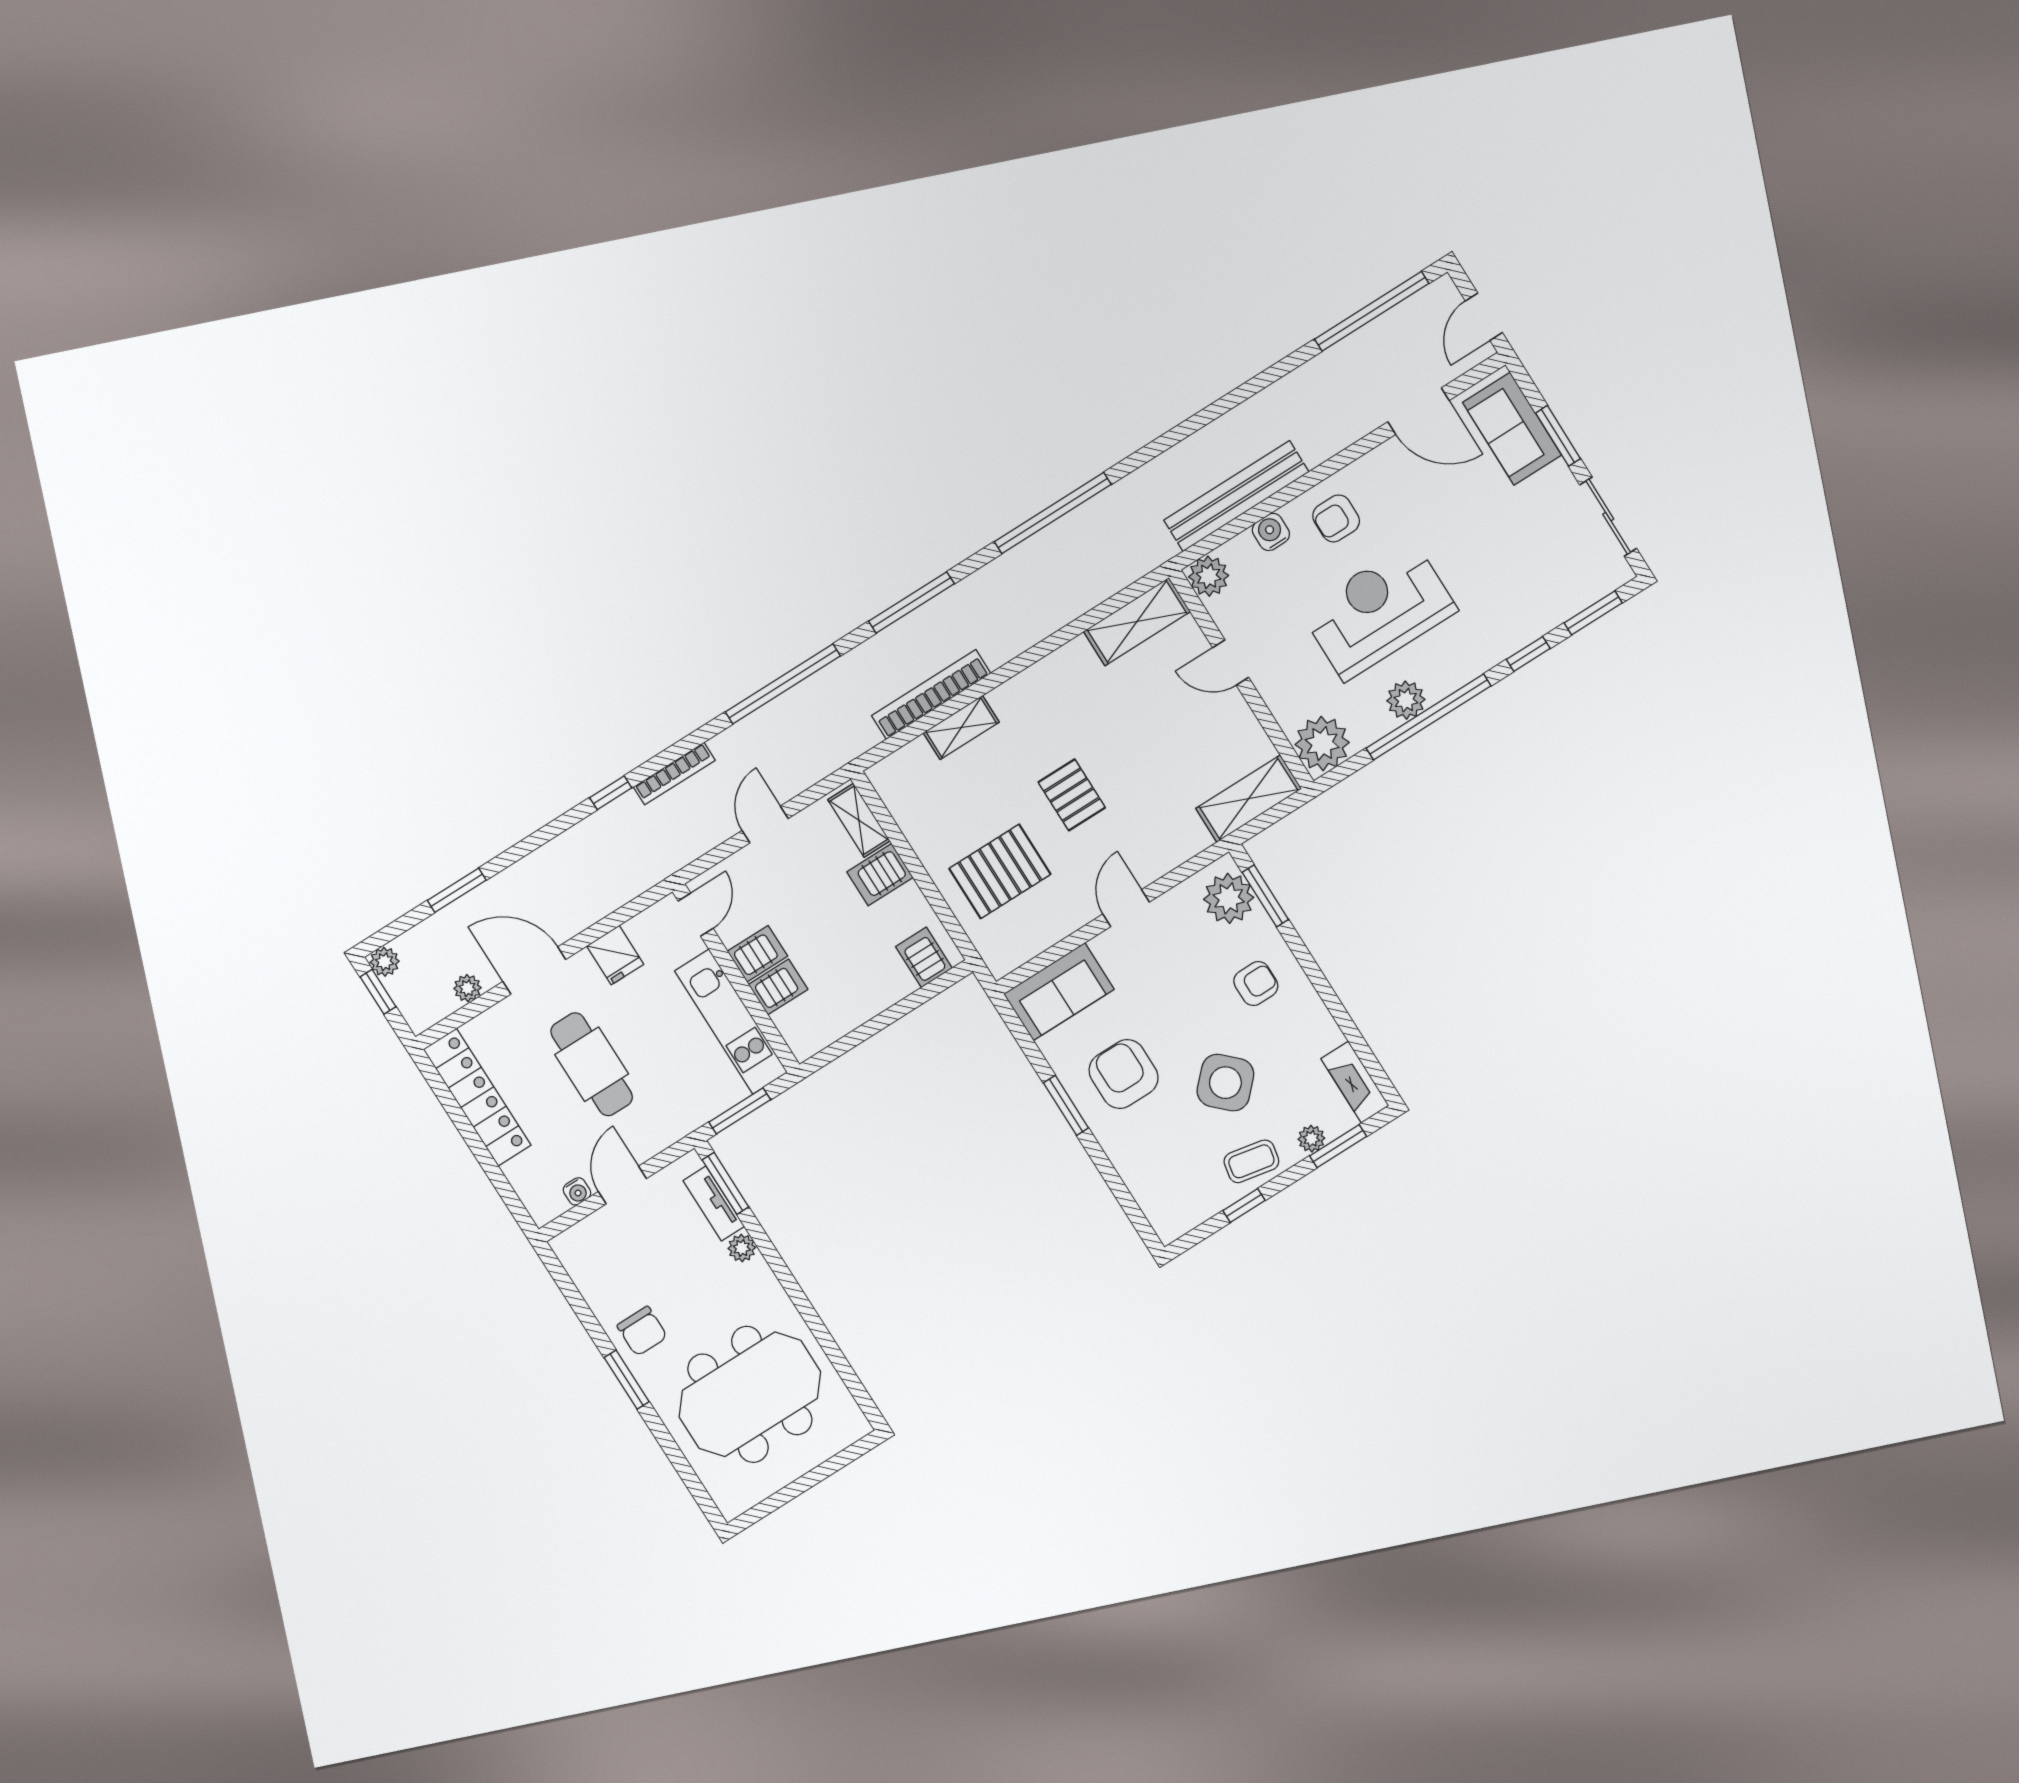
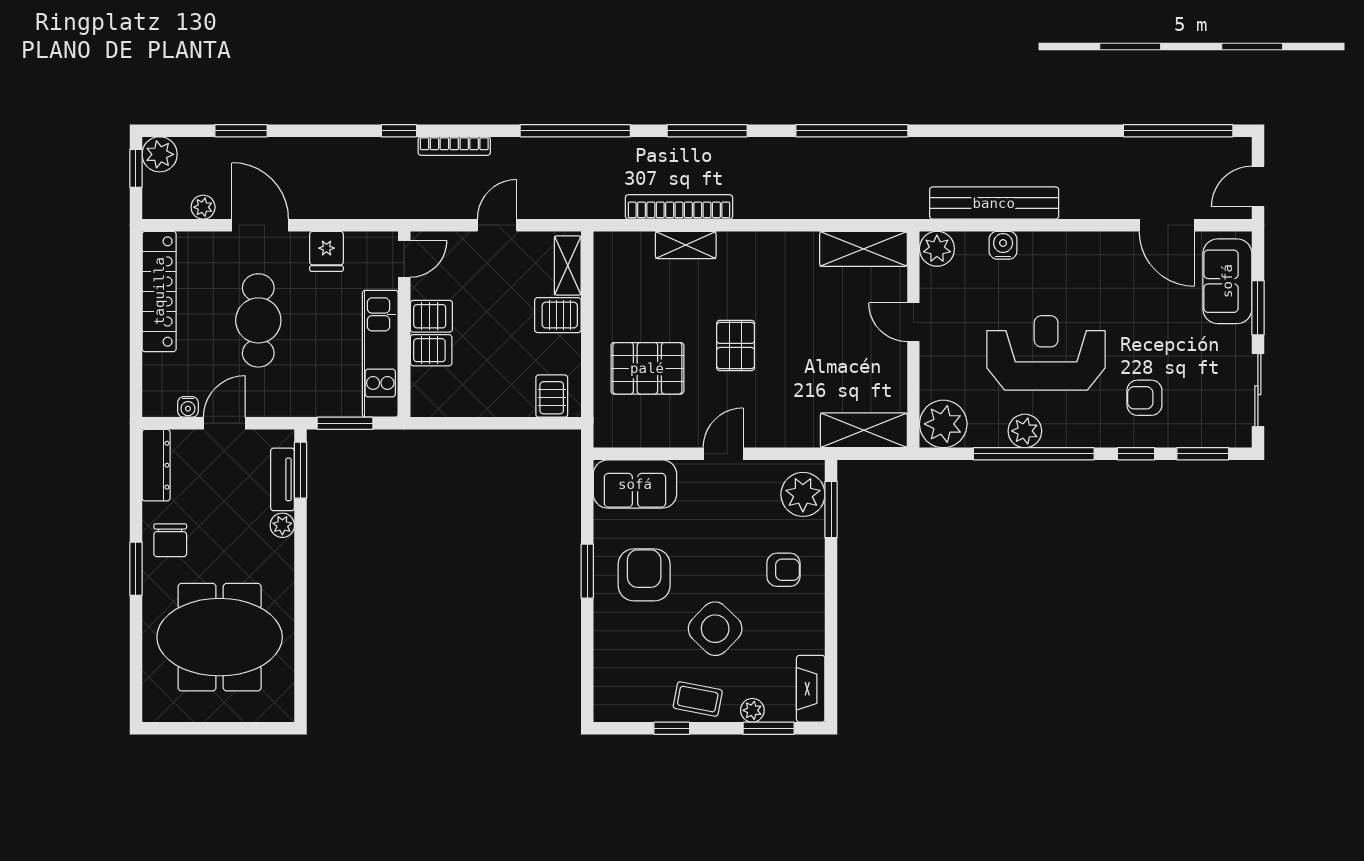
armchair: (1336, 518) -> (1144, 398), moved
plant: (385, 962) -> (160, 154), width x1.38, depth x1.38
dresser: (582, 1267) -> (156, 465), added

